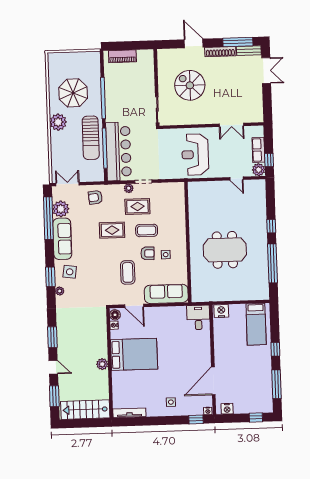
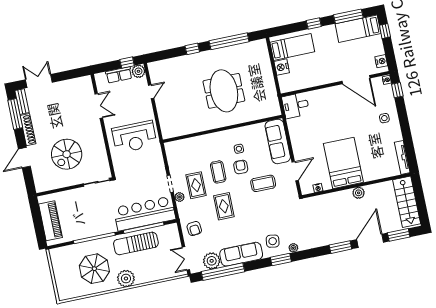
piano: (122, 56) -> (50, 221), width x1.37, depth x1.33
sun lounger: (91, 138) -> (136, 243), turned 180
nightstand: (221, 311) -> (282, 67), moved
floor lamp: (115, 315) -> (307, 189), removed
door: (53, 367) -> (370, 241), width x1.87
bed: (263, 392) -> (358, 29), added

